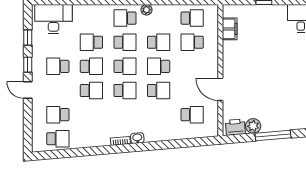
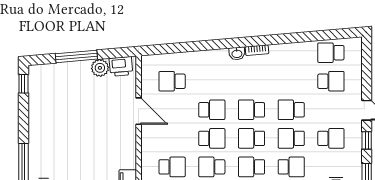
school desk: (159, 90) -> (212, 110), turned 180

